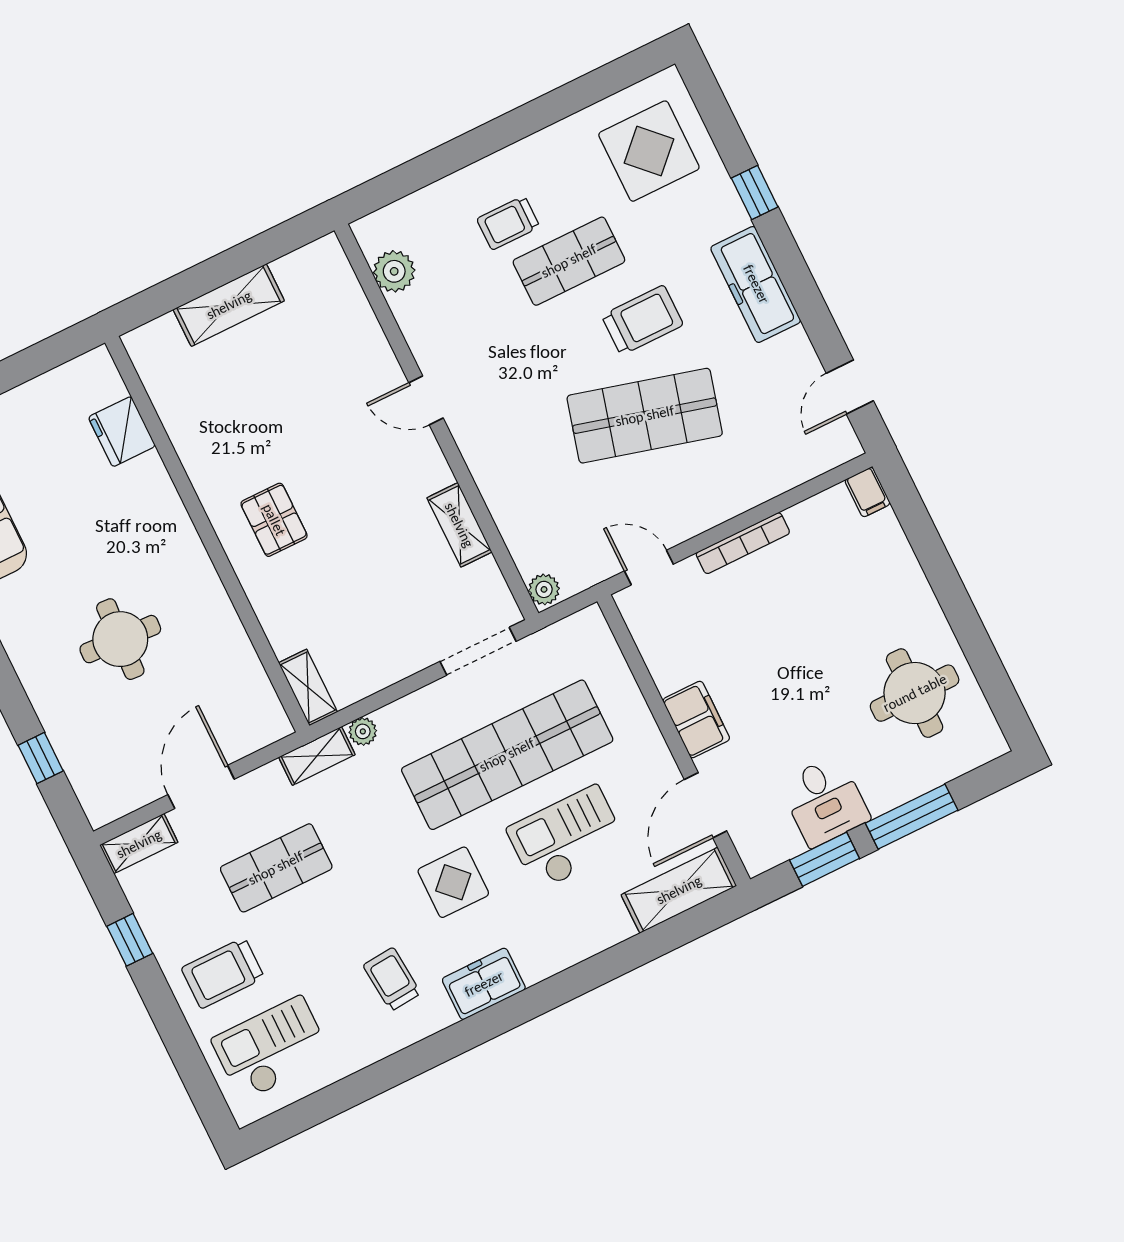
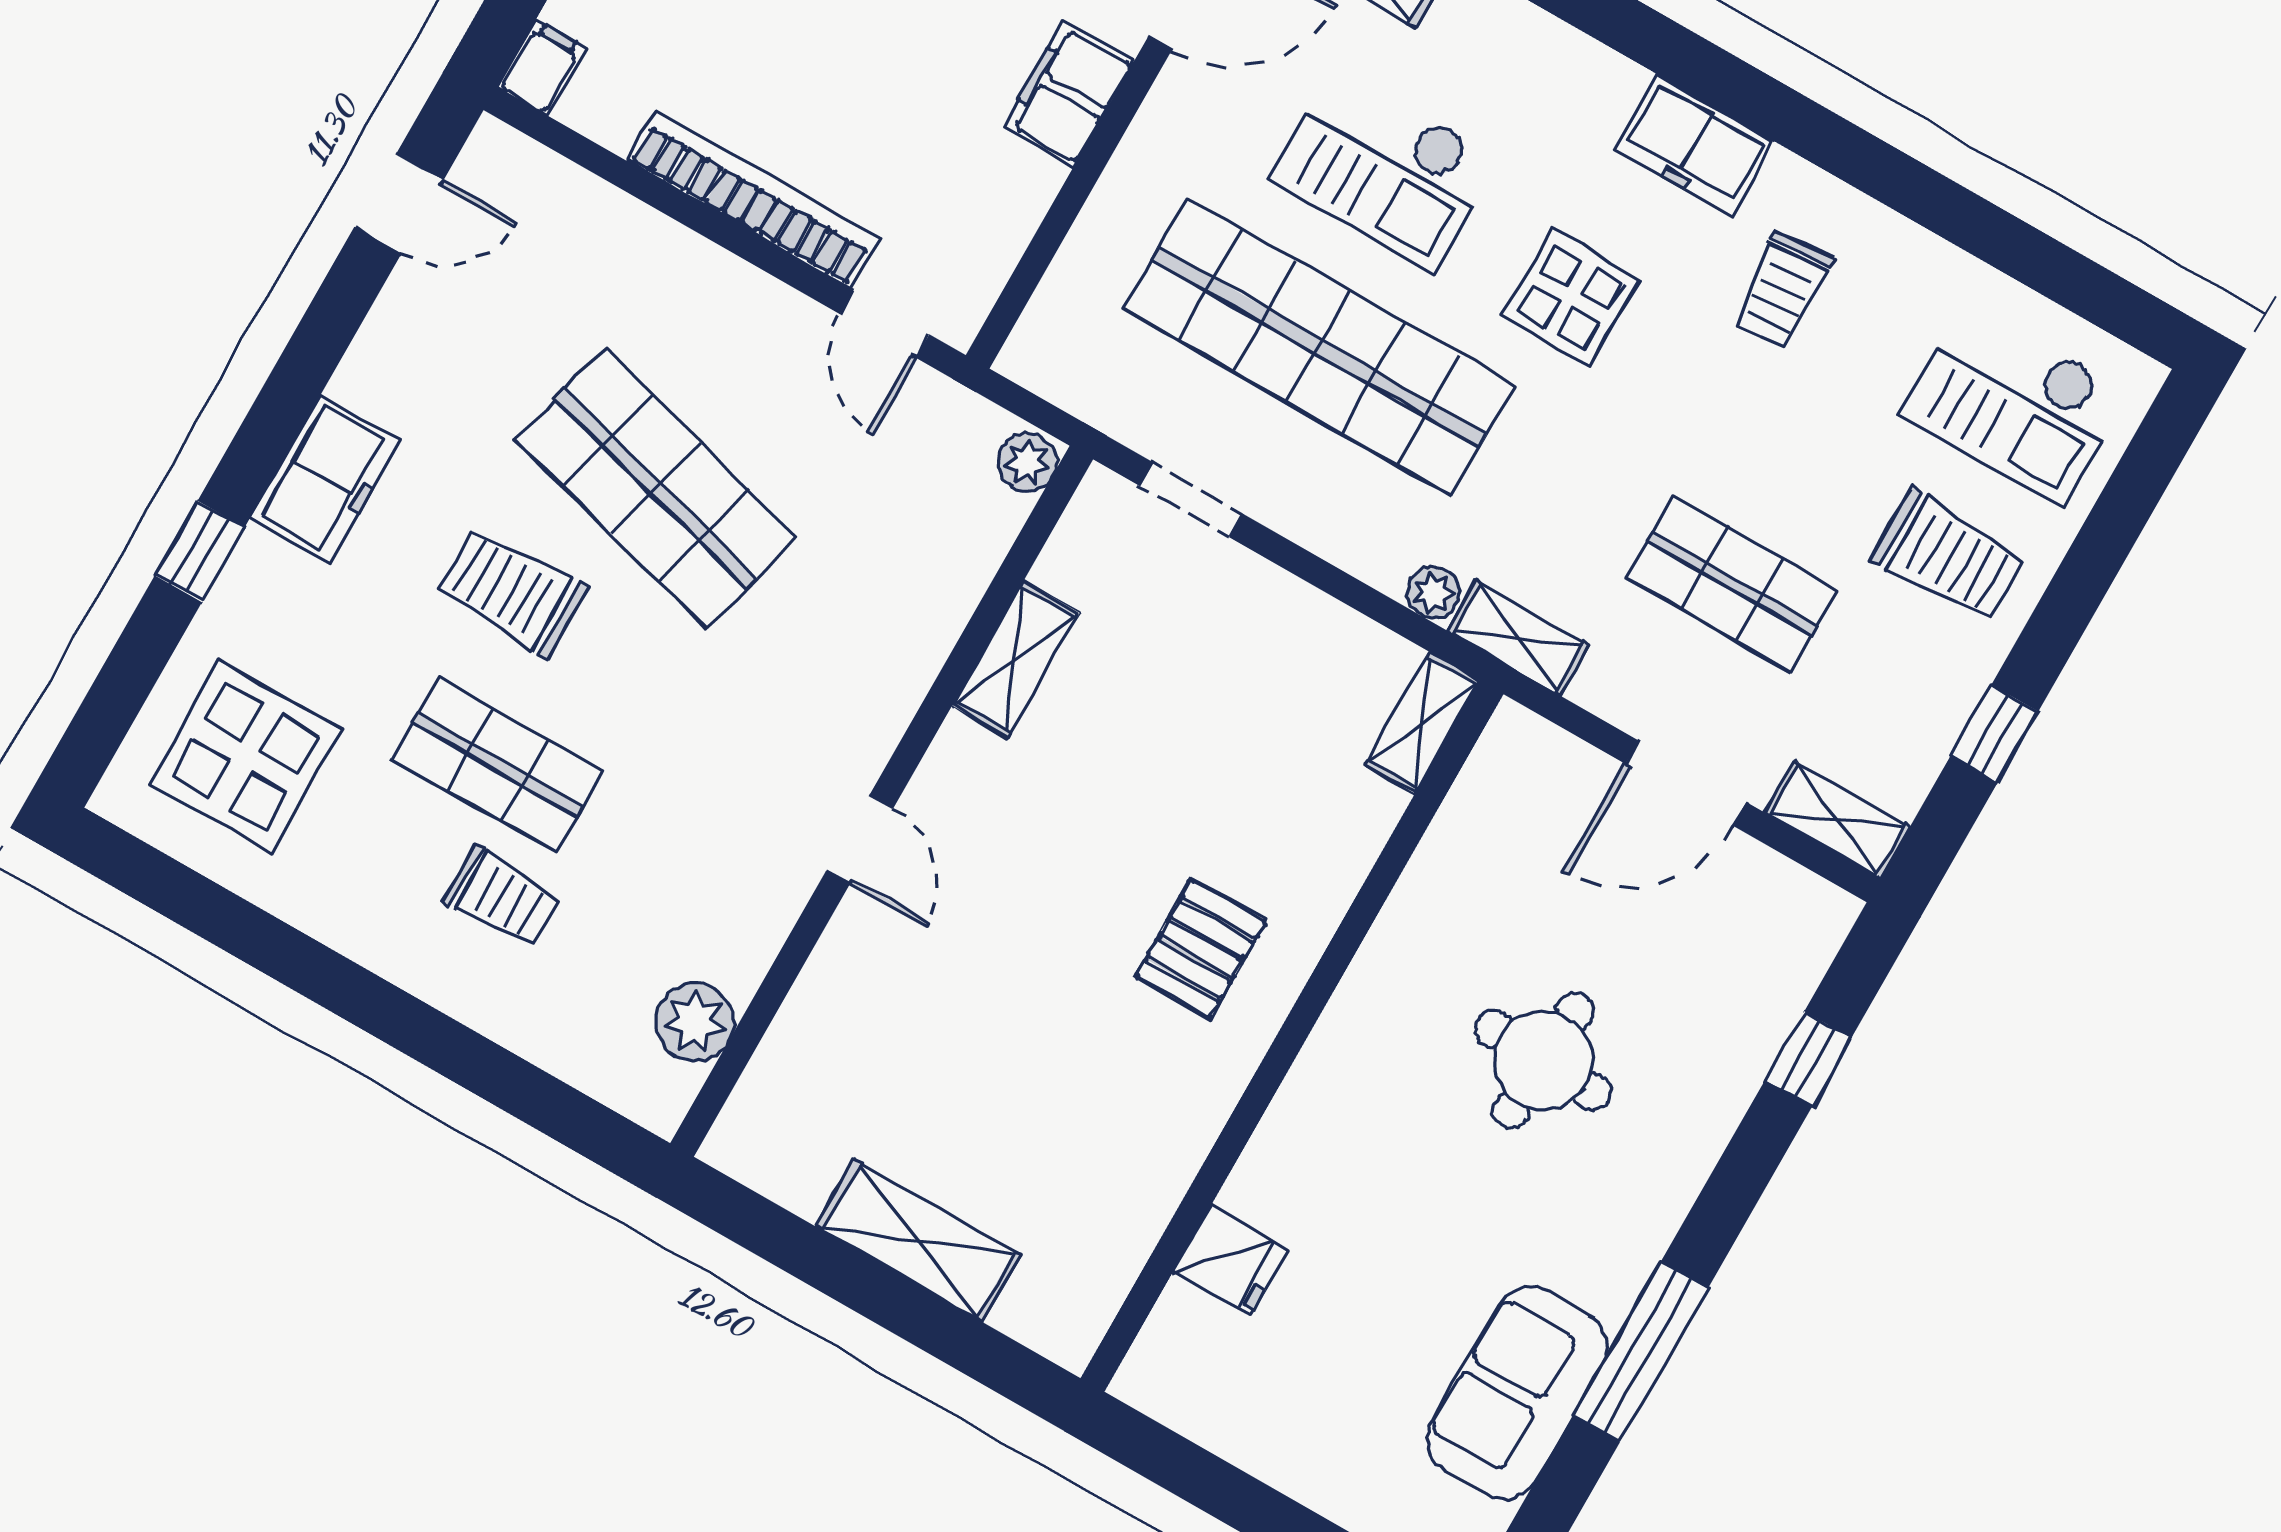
freezer: (756, 284) -> (325, 479), width x0.71
fridge: (122, 432) -> (1230, 1261), width x0.72
bookcase: (743, 543) -> (753, 199), width x1.48, depth x1.31
doorway: (478, 651) -> (1190, 499), width x0.73

